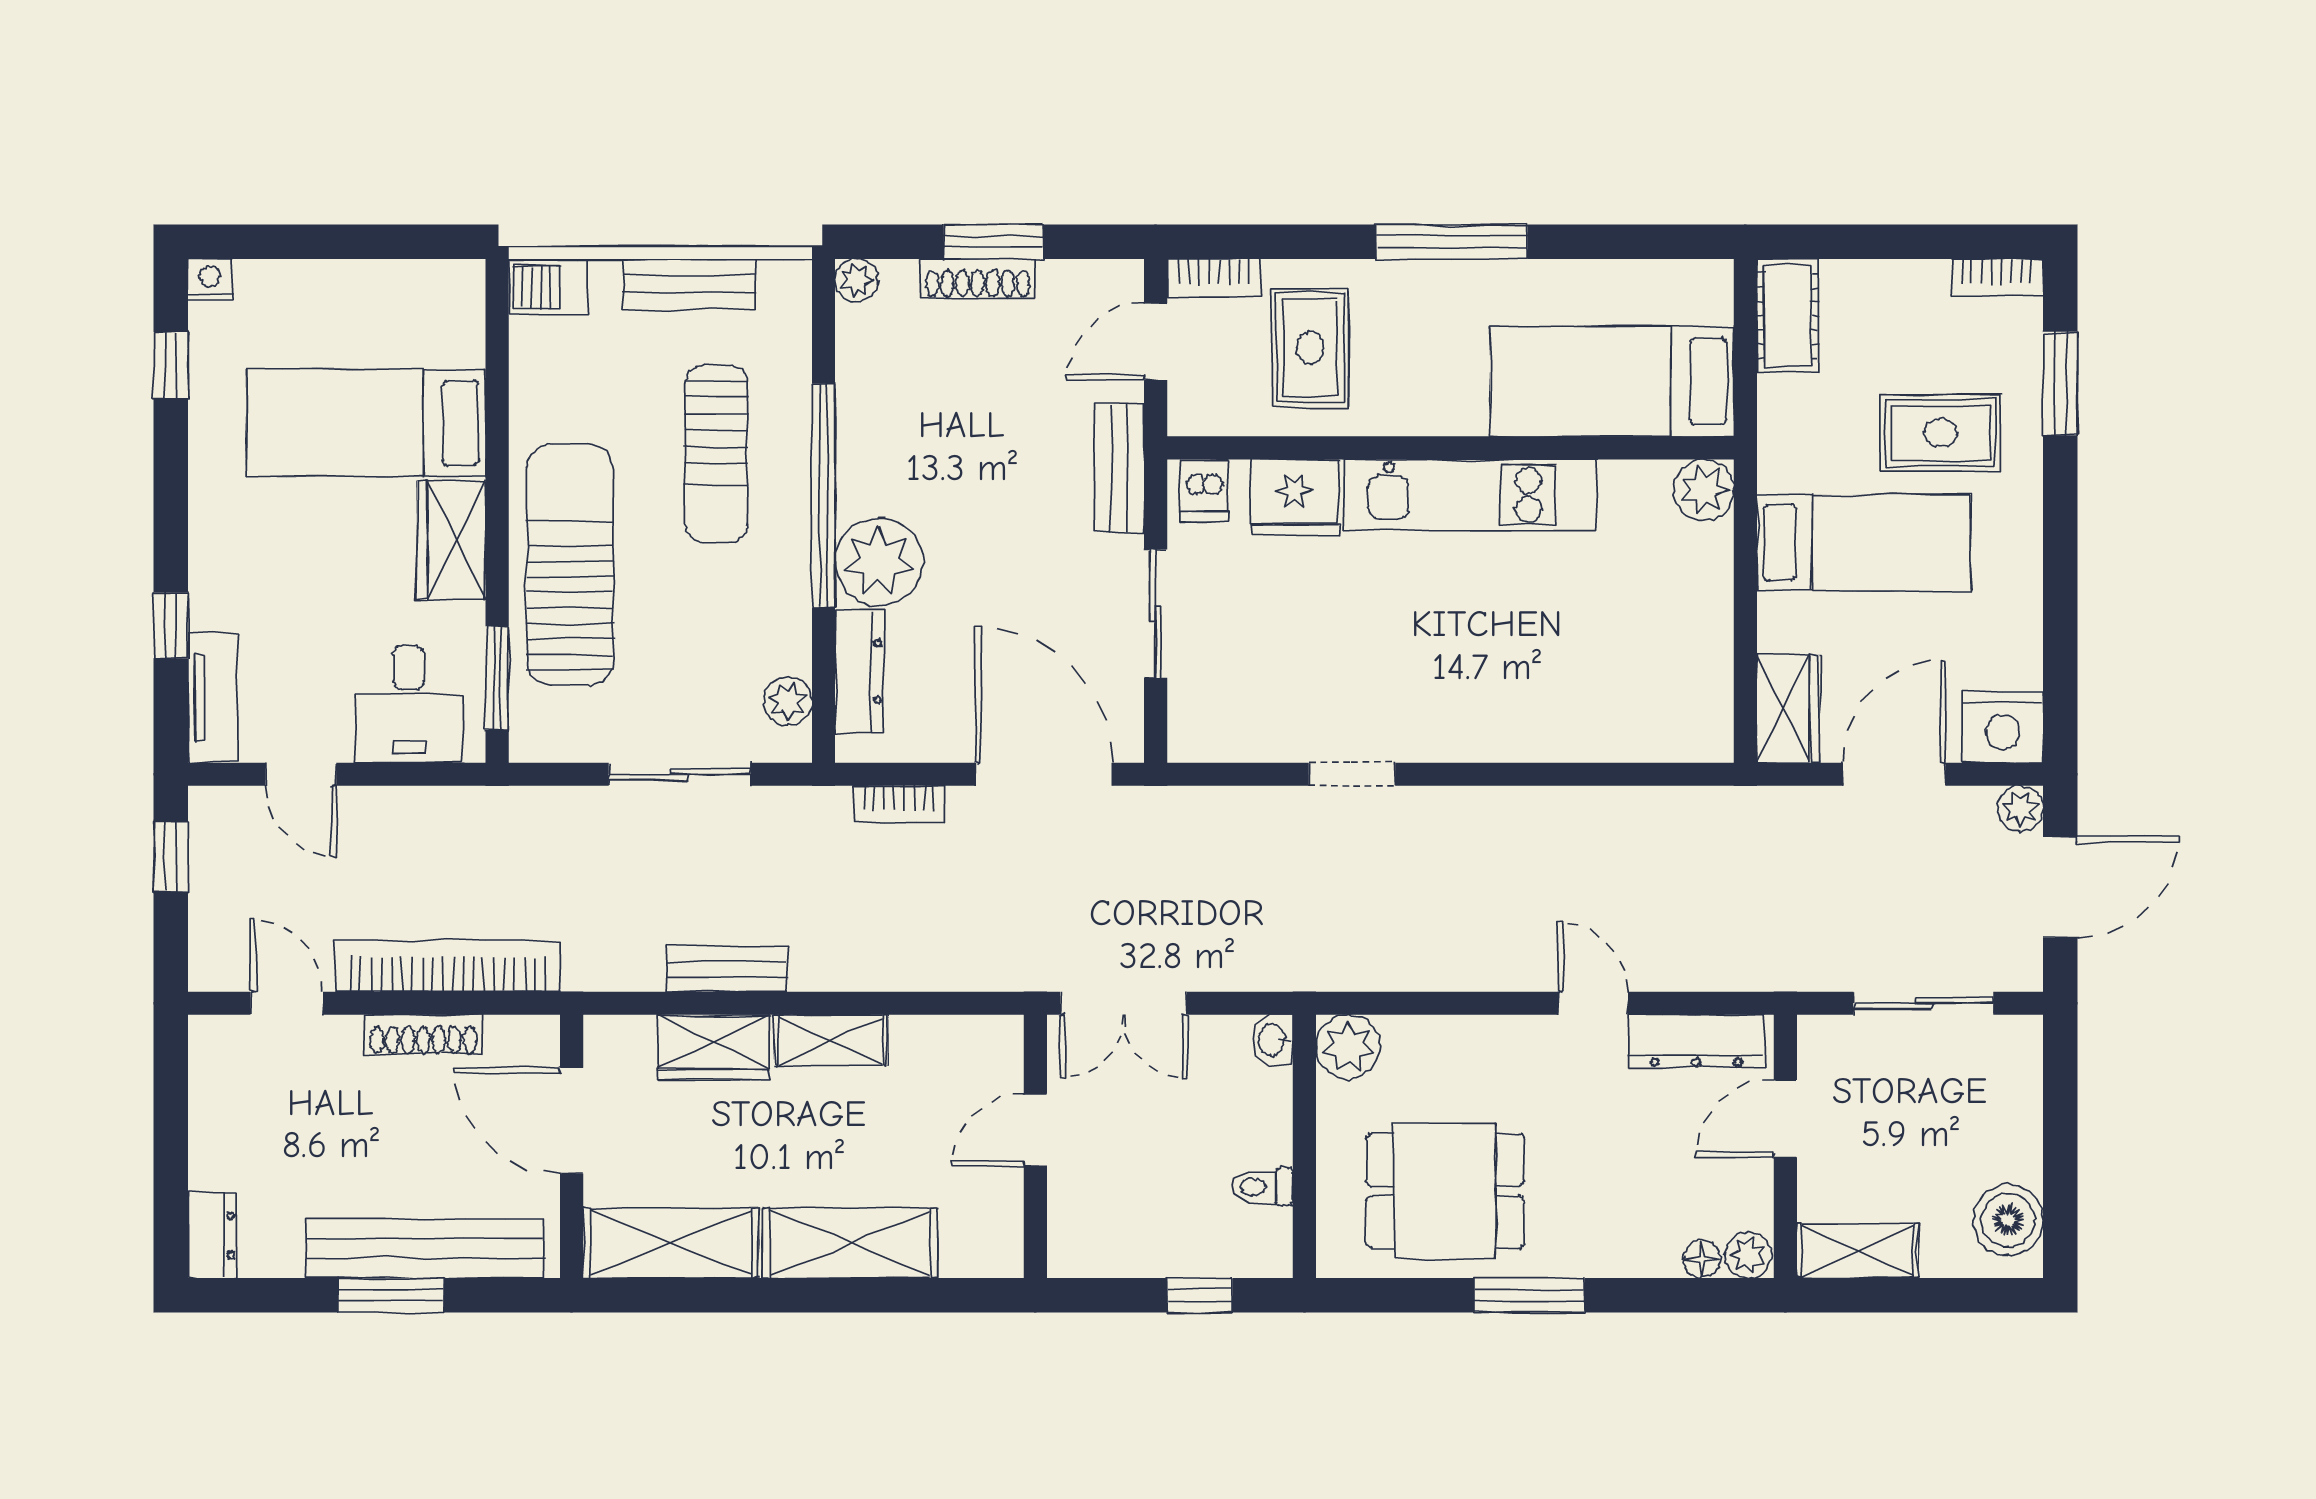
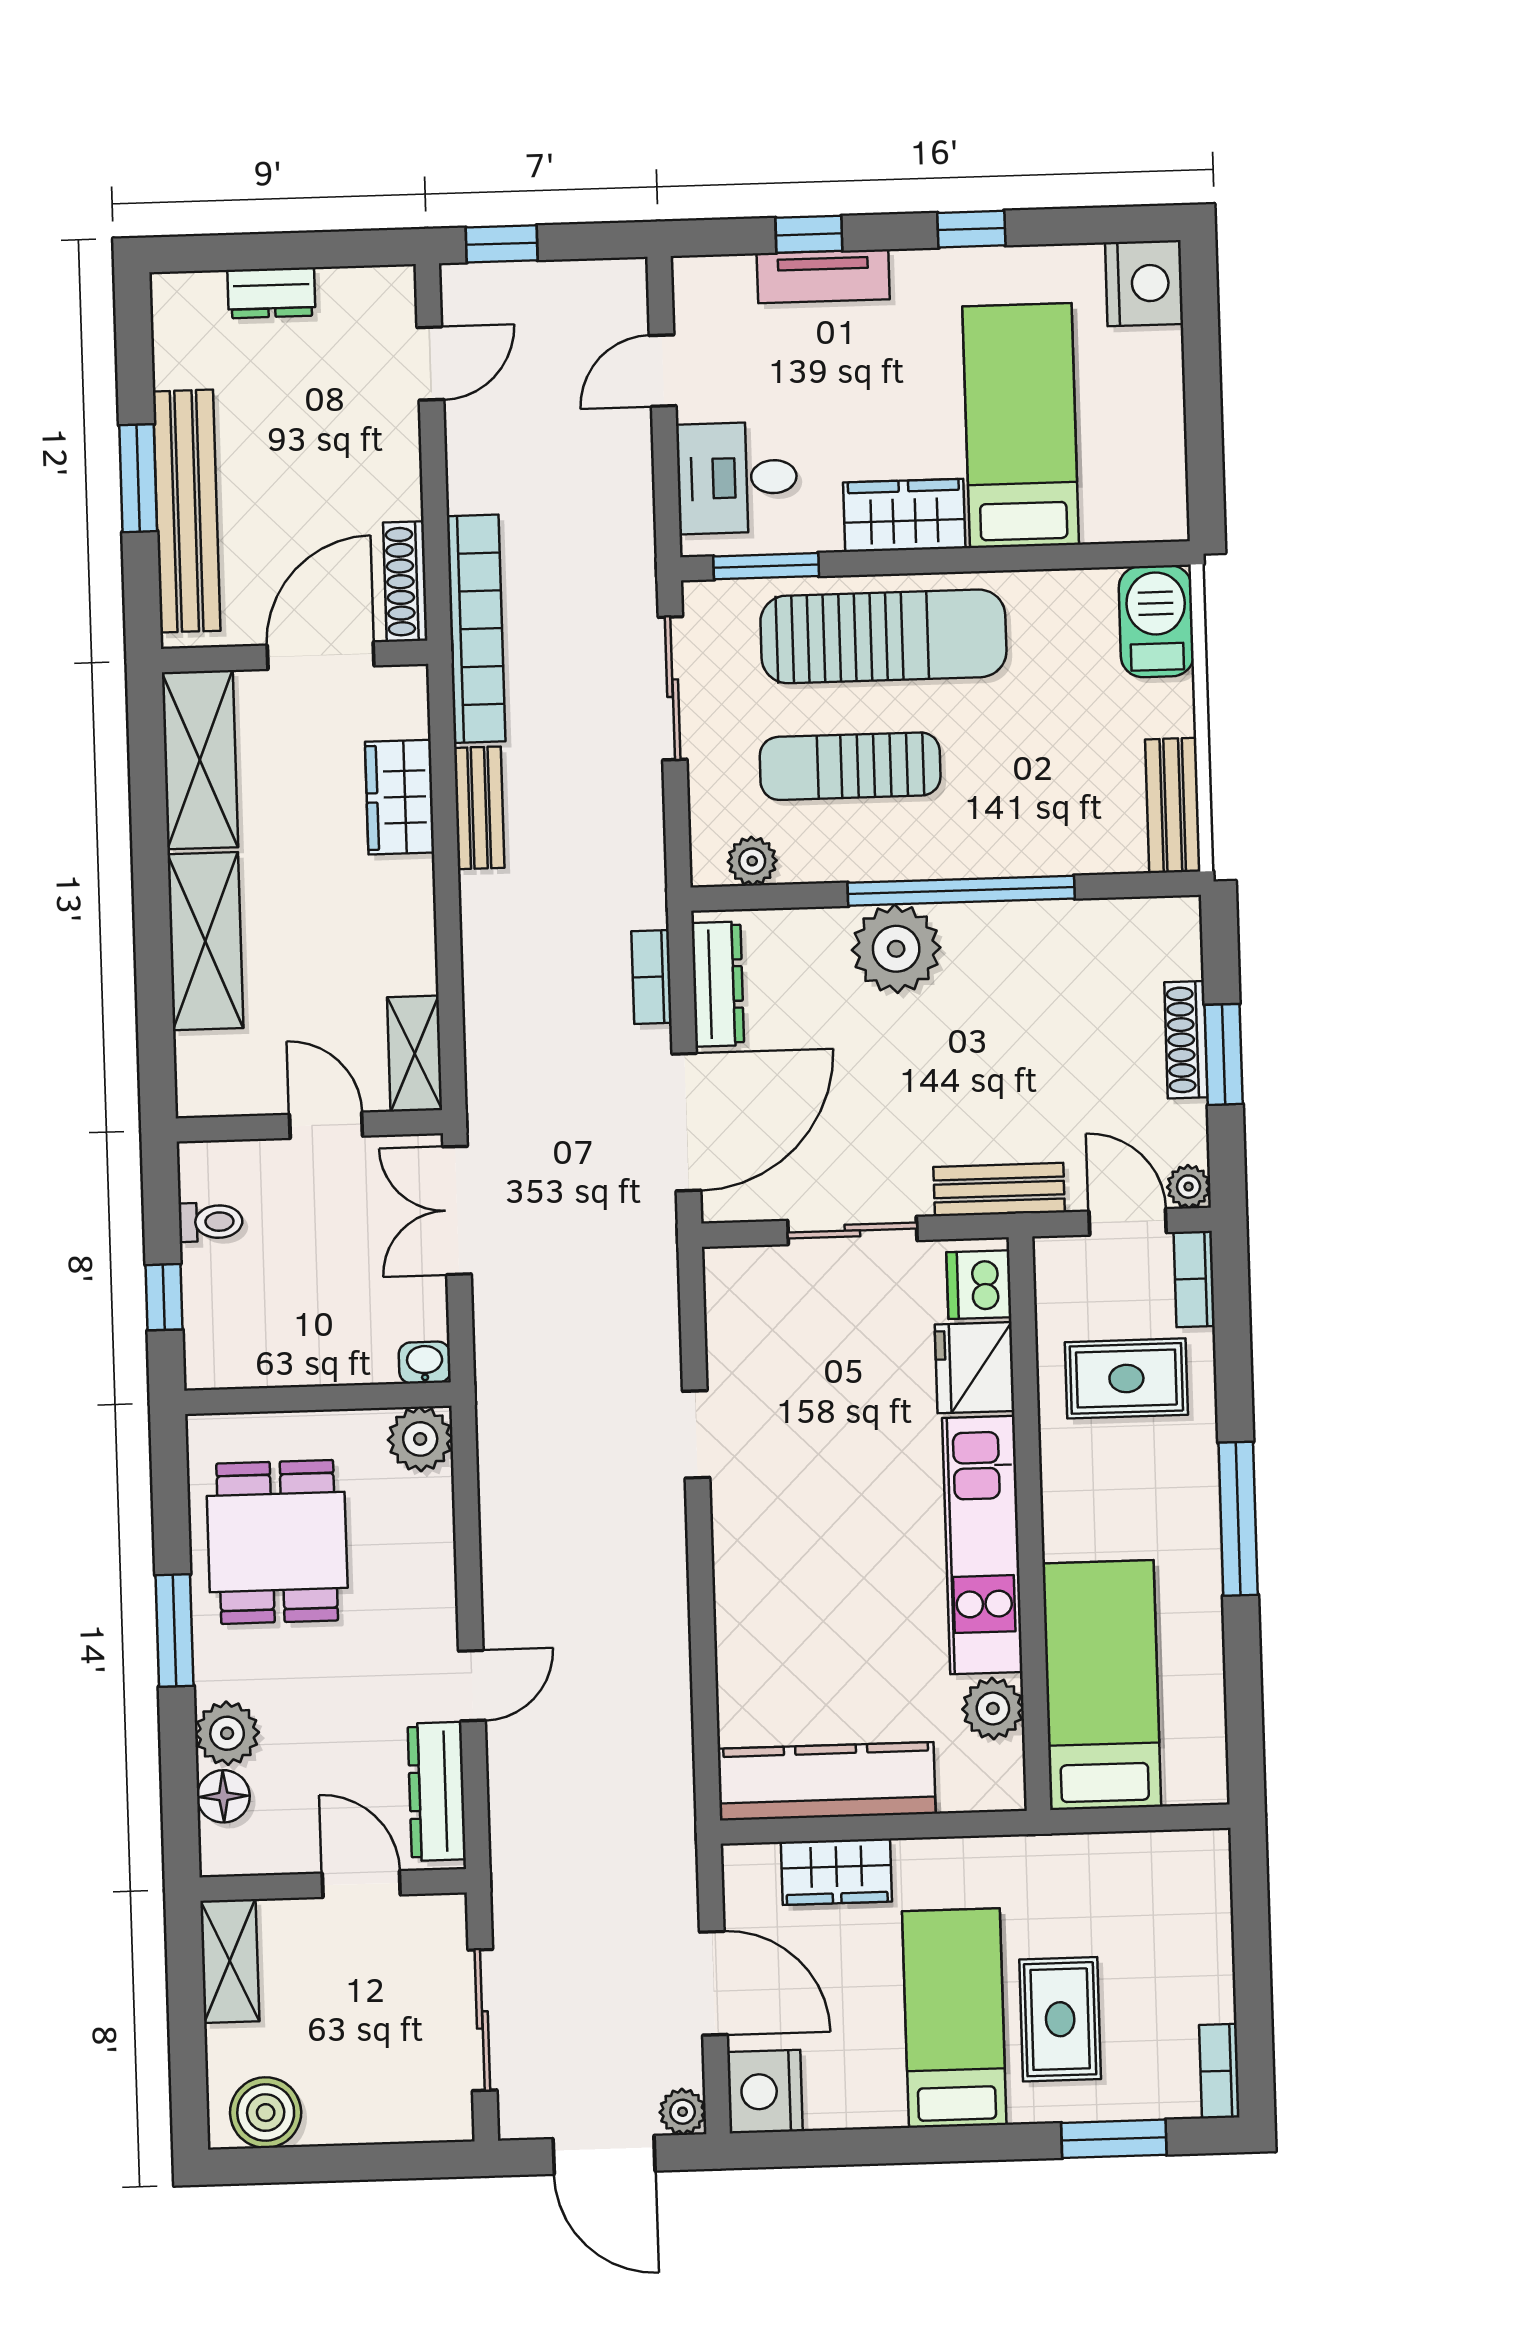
nightstand: (210, 280) -> (1144, 283), width x1.89, depth x1.79
plant: (856, 280) -> (1189, 1187), moved
bench: (689, 284) -> (1173, 805), moved
barbecue: (549, 287) -> (1156, 621), width x1.38, depth x1.27
cot: (1788, 316) -> (1174, 1861), removed
window: (171, 365) -> (971, 229), moved
sun lounger: (716, 454) -> (850, 766), moved
dishwasher: (1204, 490) -> (979, 1285), width x1.38
plant: (1703, 490) -> (993, 1708), moved
bed: (1864, 543) -> (954, 2018), moved, turned 180
kitchen counter: (1698, 656) -> (827, 1781), added
dresser: (859, 671) -> (718, 984), moved, turned -90
tv unit: (213, 698) -> (823, 276), moved
wardrobe: (1788, 709) -> (836, 1872), moved
sliding door: (679, 774) -> (673, 688), moved
window: (171, 856) -> (502, 244), moved
bookcase: (448, 966) -> (476, 629), moved
shoe rack: (423, 1035) -> (405, 582), moved
shelving: (831, 1040) -> (415, 1054), moved
toilet: (1262, 1187) -> (211, 1222), moved, turned 90
dresser: (212, 1235) -> (271, 293), moved
plant: (1748, 1255) -> (227, 1733), moved, width x1.38, depth x1.38
floor lamp: (1702, 1259) -> (223, 1796), width x1.37, depth x1.37

